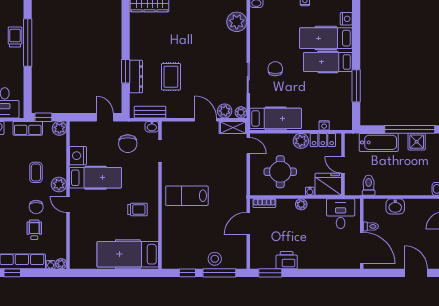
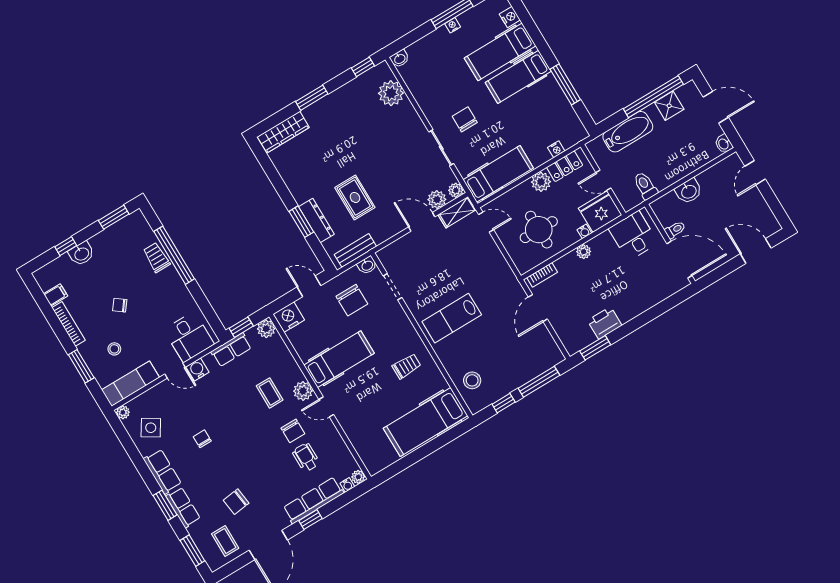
nightstand: (78, 156) -> (289, 317), moved, turned 90
stool: (215, 259) -> (472, 380), moved

